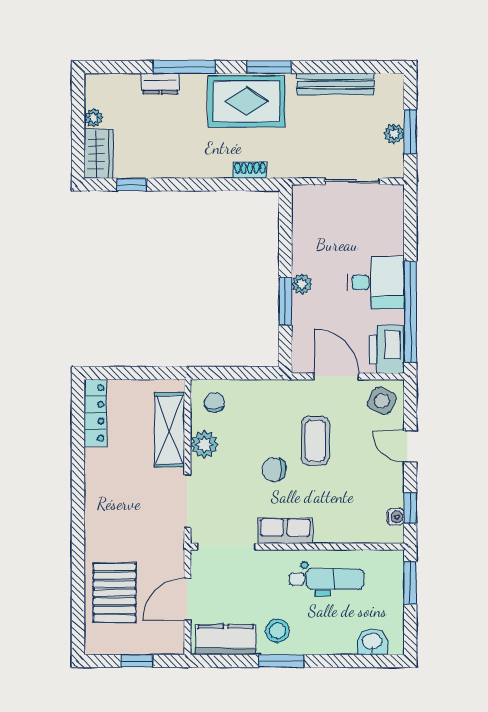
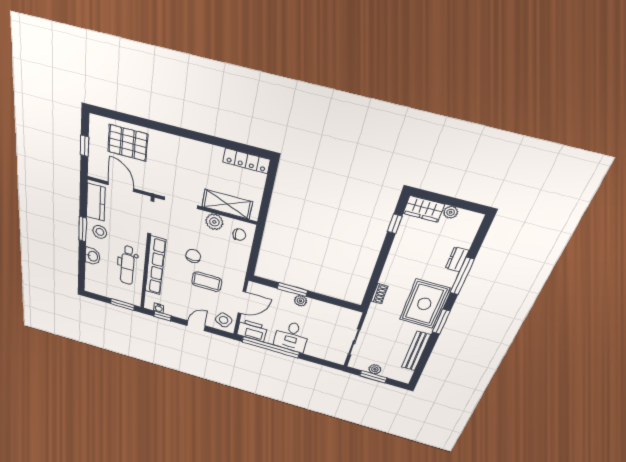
row of seats: (285, 531) -> (155, 266), width x2.02
washbasin: (372, 642) -> (93, 256), moved

